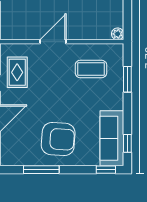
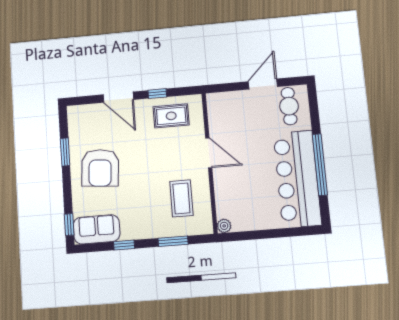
sofa: (112, 138) -> (97, 229), width x0.73
window: (127, 143) -> (124, 245), moved
window: (41, 170) -> (65, 152), width x0.69

